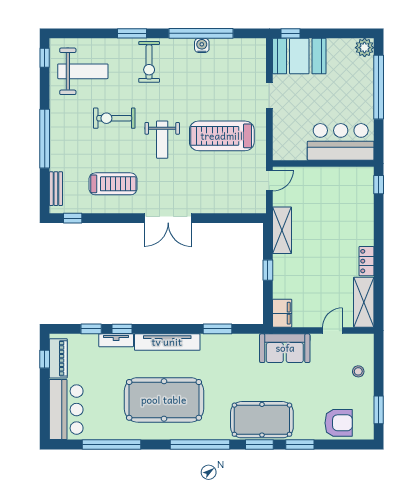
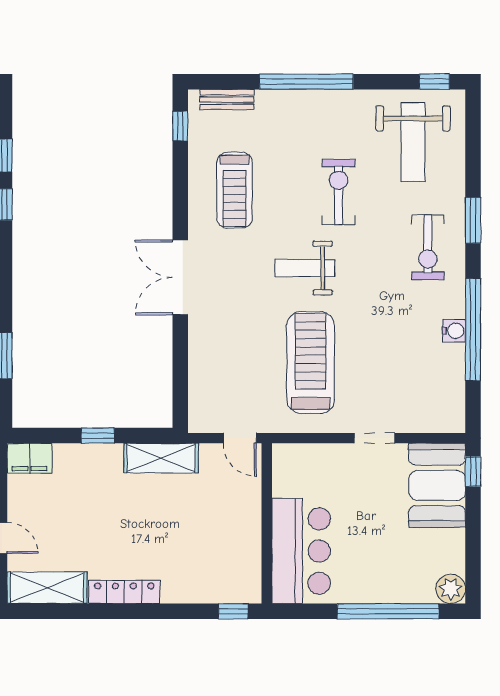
exercise bike: (149, 62) -> (428, 247), turned -90
locker: (366, 261) -> (124, 592), width x1.53

